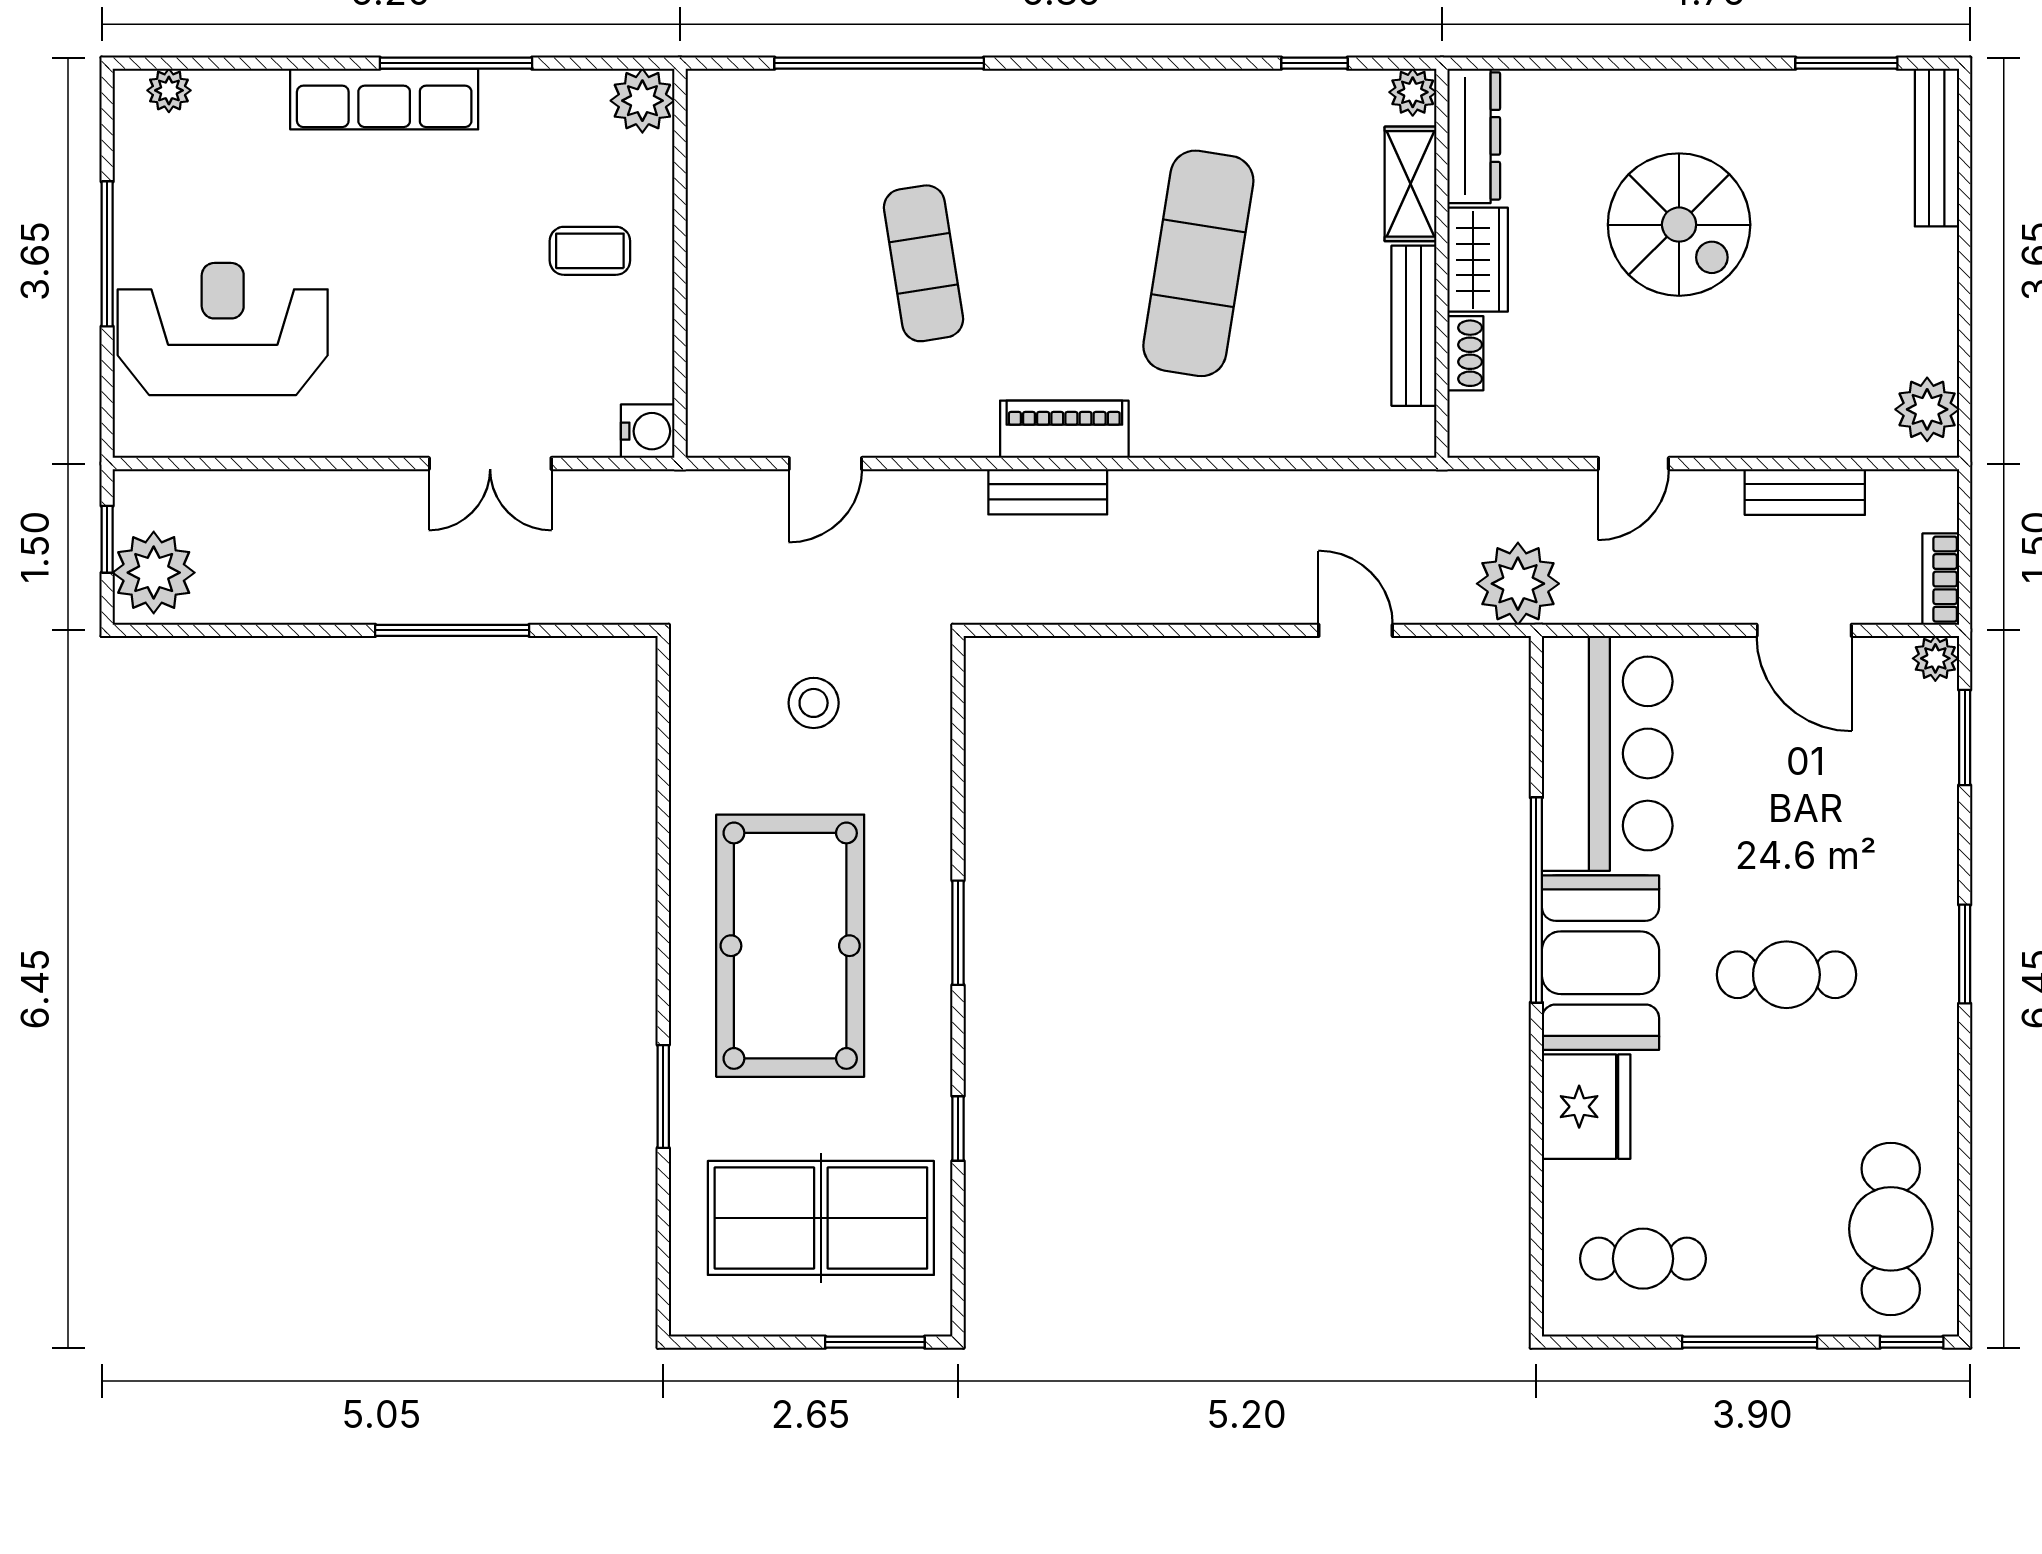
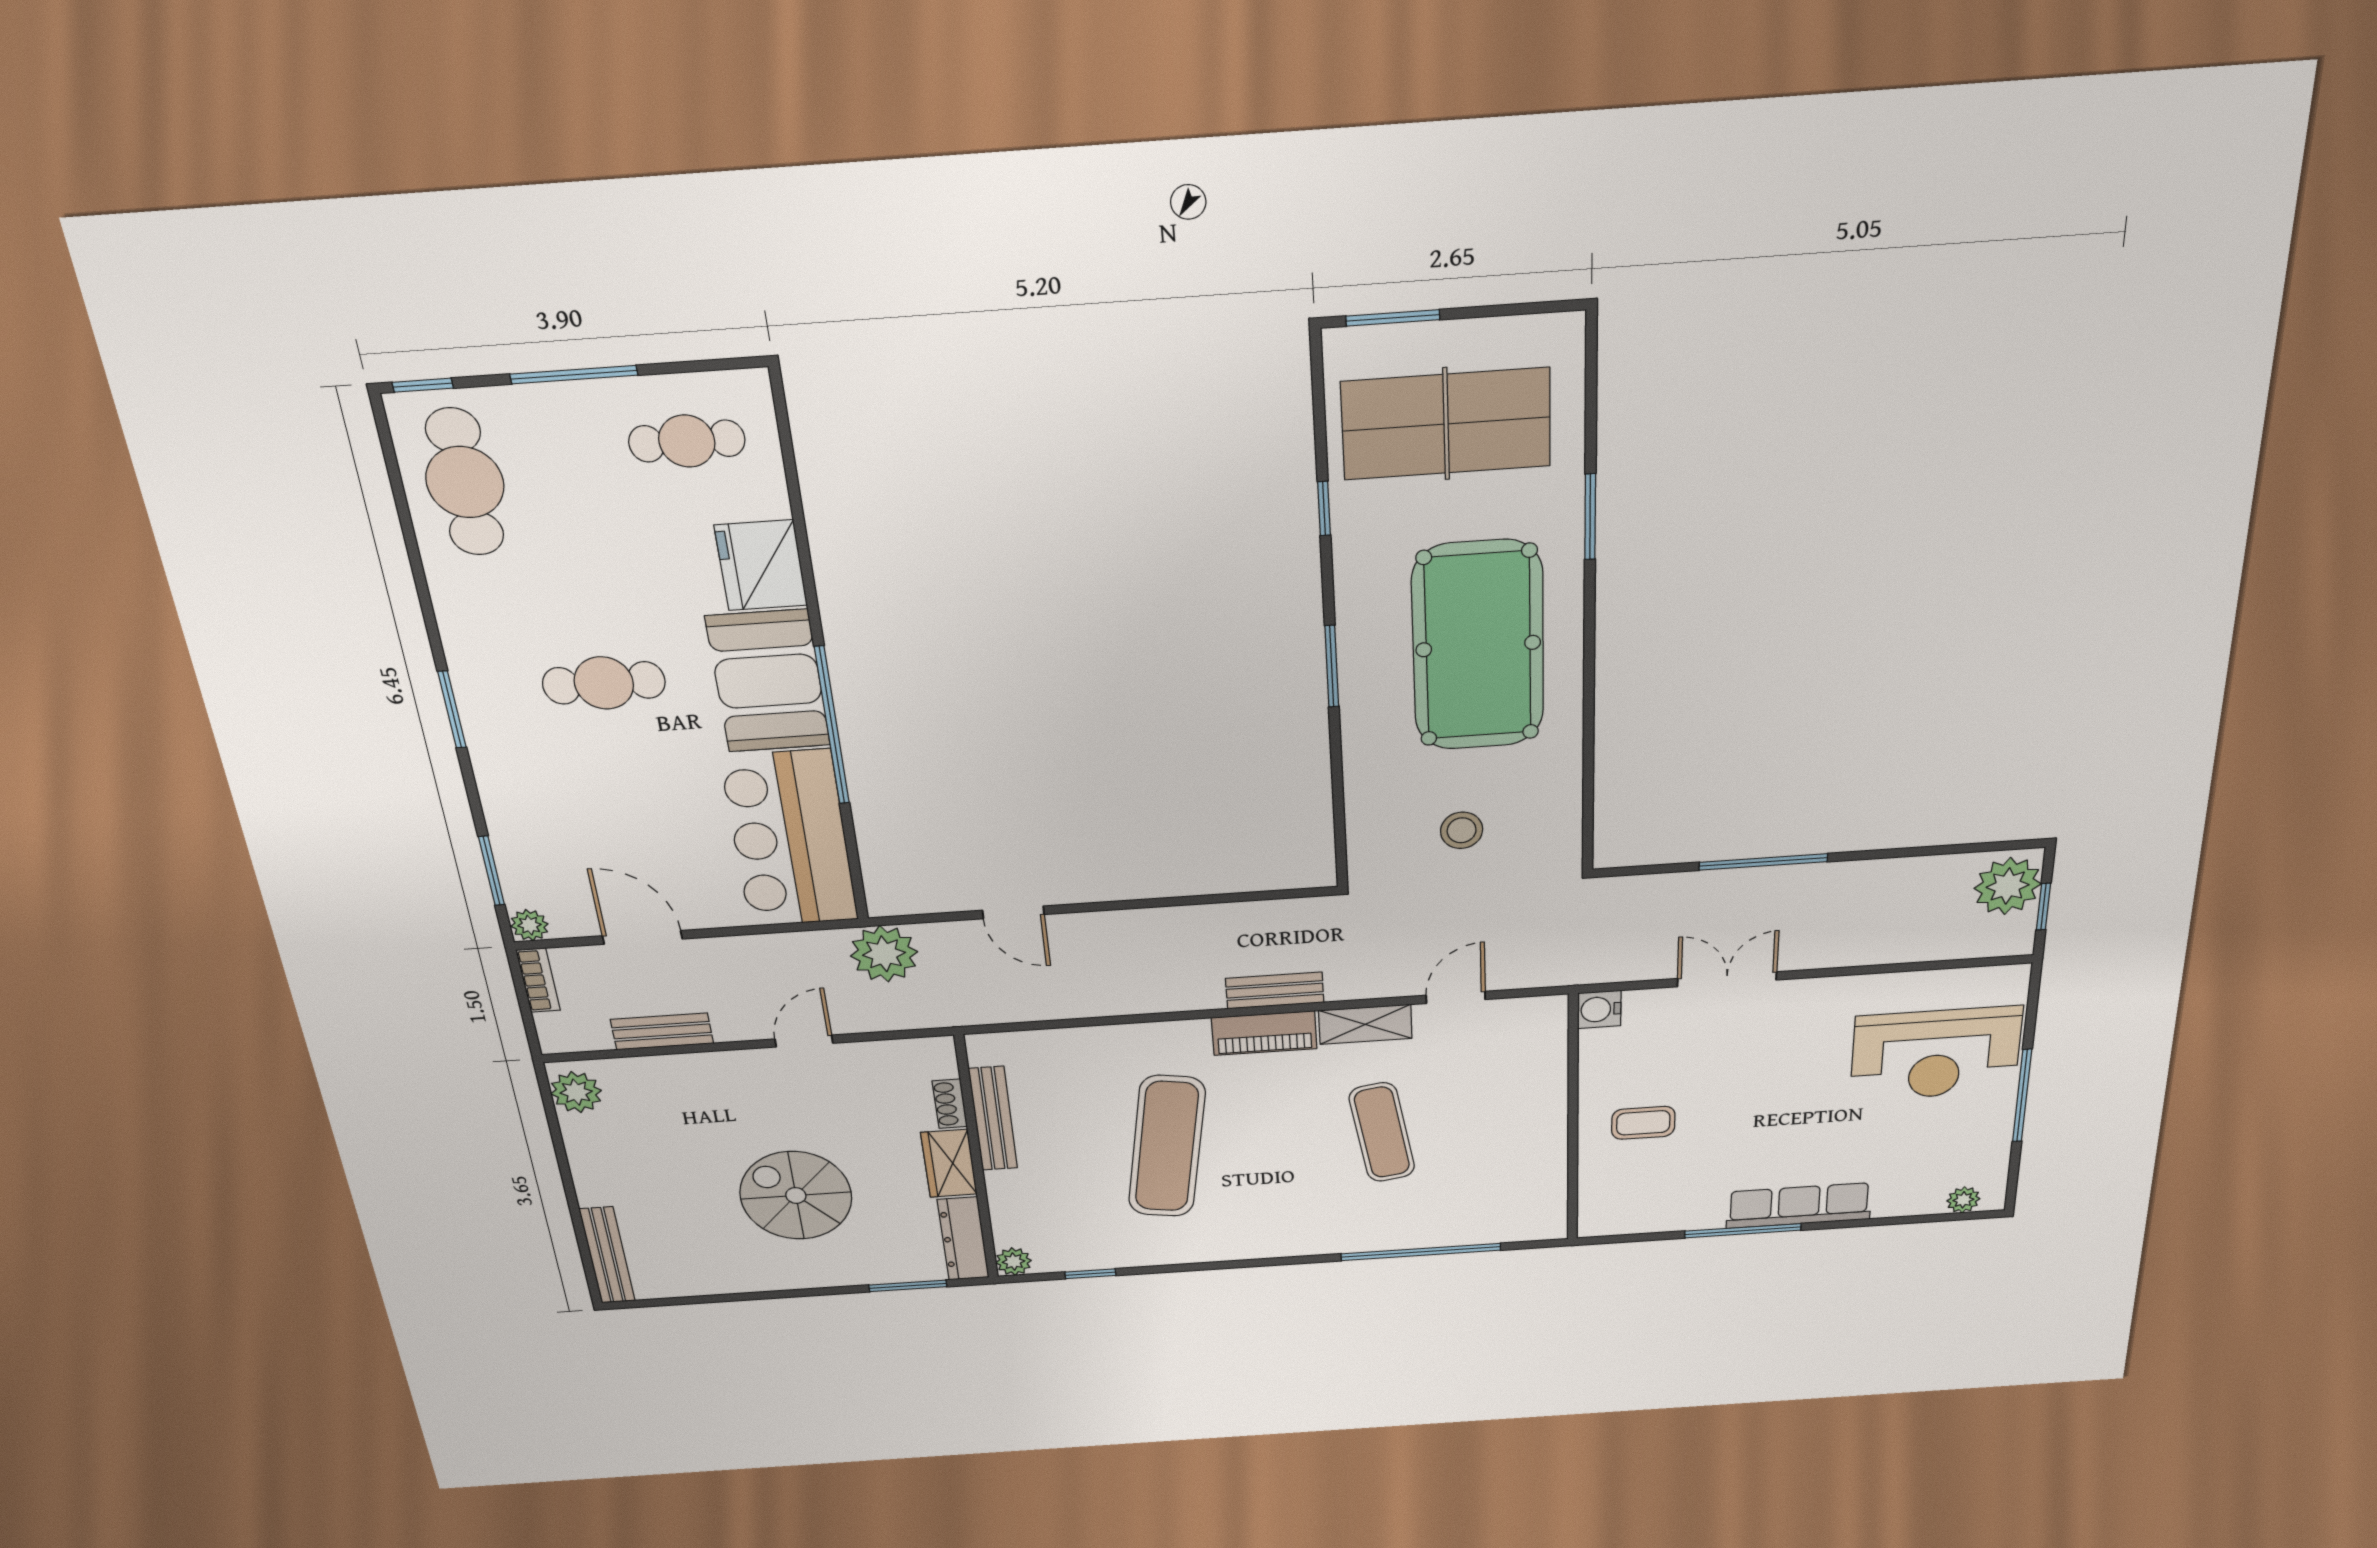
window: (1846, 63) -> (908, 1286), moved
plant: (642, 101) -> (1601, 1218), removed
shelving: (1410, 184) -> (1365, 1024), moved, turned 90

